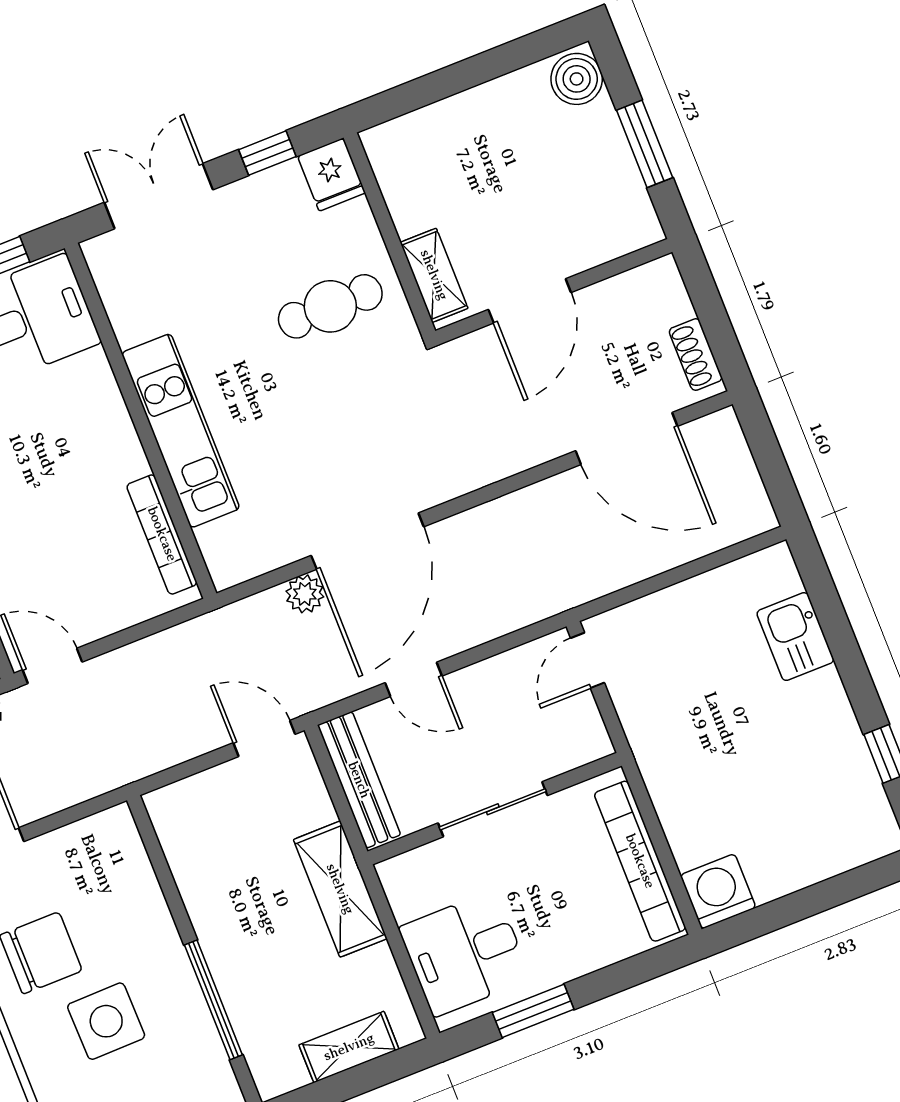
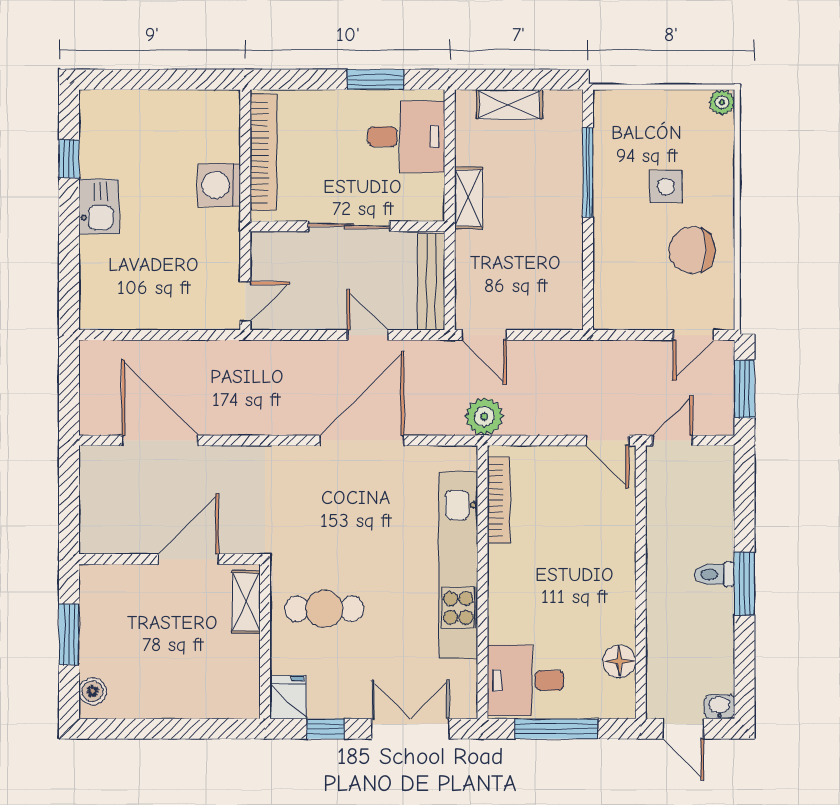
boiler: (577, 79) -> (92, 691), width x0.73, depth x0.73
double door: (159, 196) -> (410, 729), swing flipped
shoe rack: (696, 355) -> (91, 479), removed
kitchen unit: (181, 431) -> (458, 565), width x1.36
plant: (305, 594) -> (484, 416), moved, width x1.38, depth x1.38
kitchen sink: (795, 637) -> (99, 207), moved
shelving: (340, 889) -> (468, 198), width x0.67, depth x0.75
washing machine: (718, 891) -> (219, 185), moved, turned 90
side table: (106, 1021) -> (666, 187), width x0.73, depth x0.73

